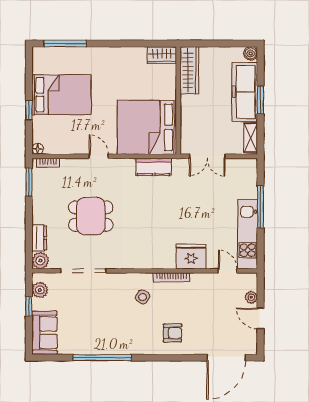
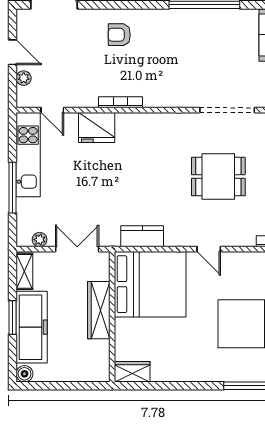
wardrobe: (189, 70) -> (99, 310), moved
plant: (238, 164) -> (40, 240), added
side table: (143, 297) -> (155, 78), removed

